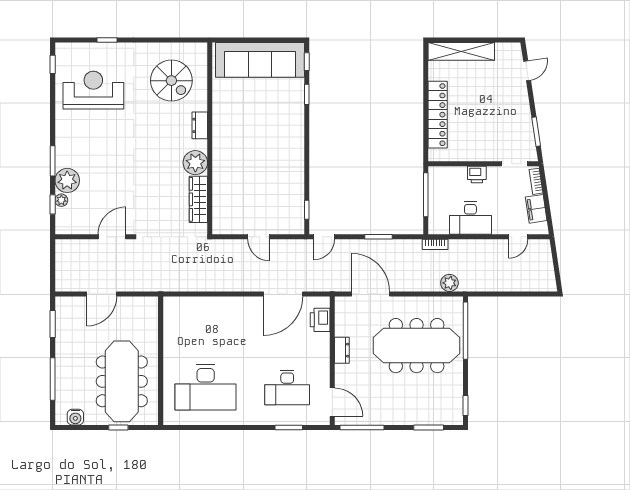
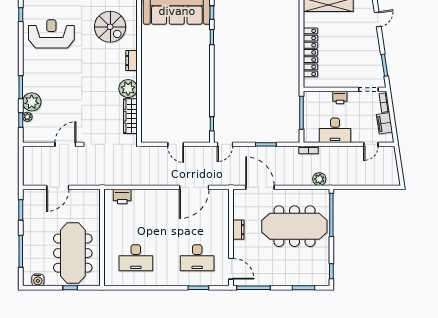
printer: (320, 320) -> (122, 196), moved, turned -90
desk: (206, 388) -> (136, 258), width x0.73, depth x0.77

